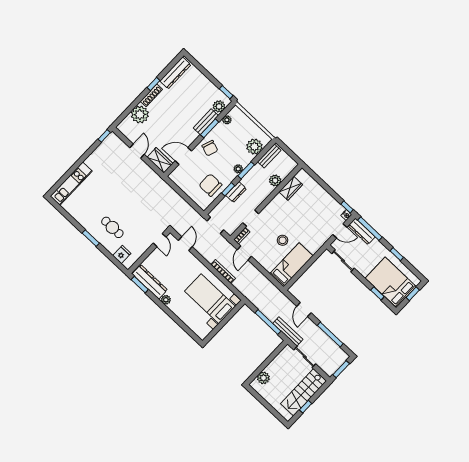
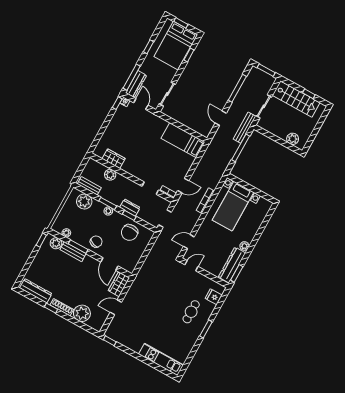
stool: (283, 240) -> (163, 154), removed
door: (304, 309) -> (221, 118), swing flipped

